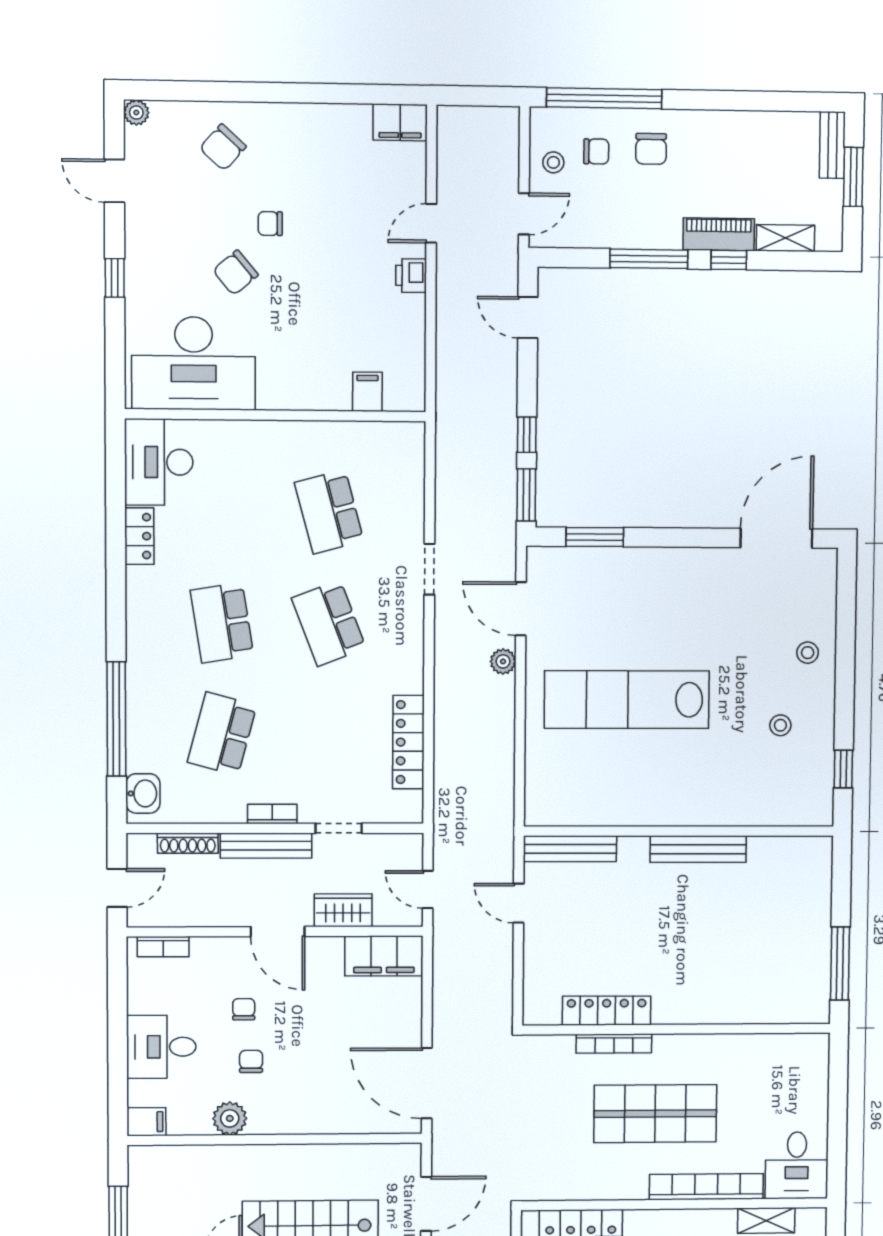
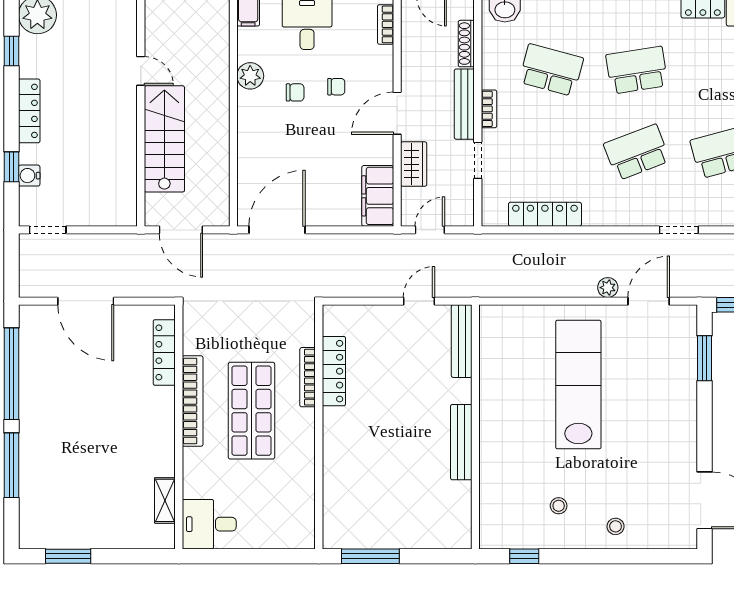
bookcase: (706, 1187) -> (193, 401), moved

